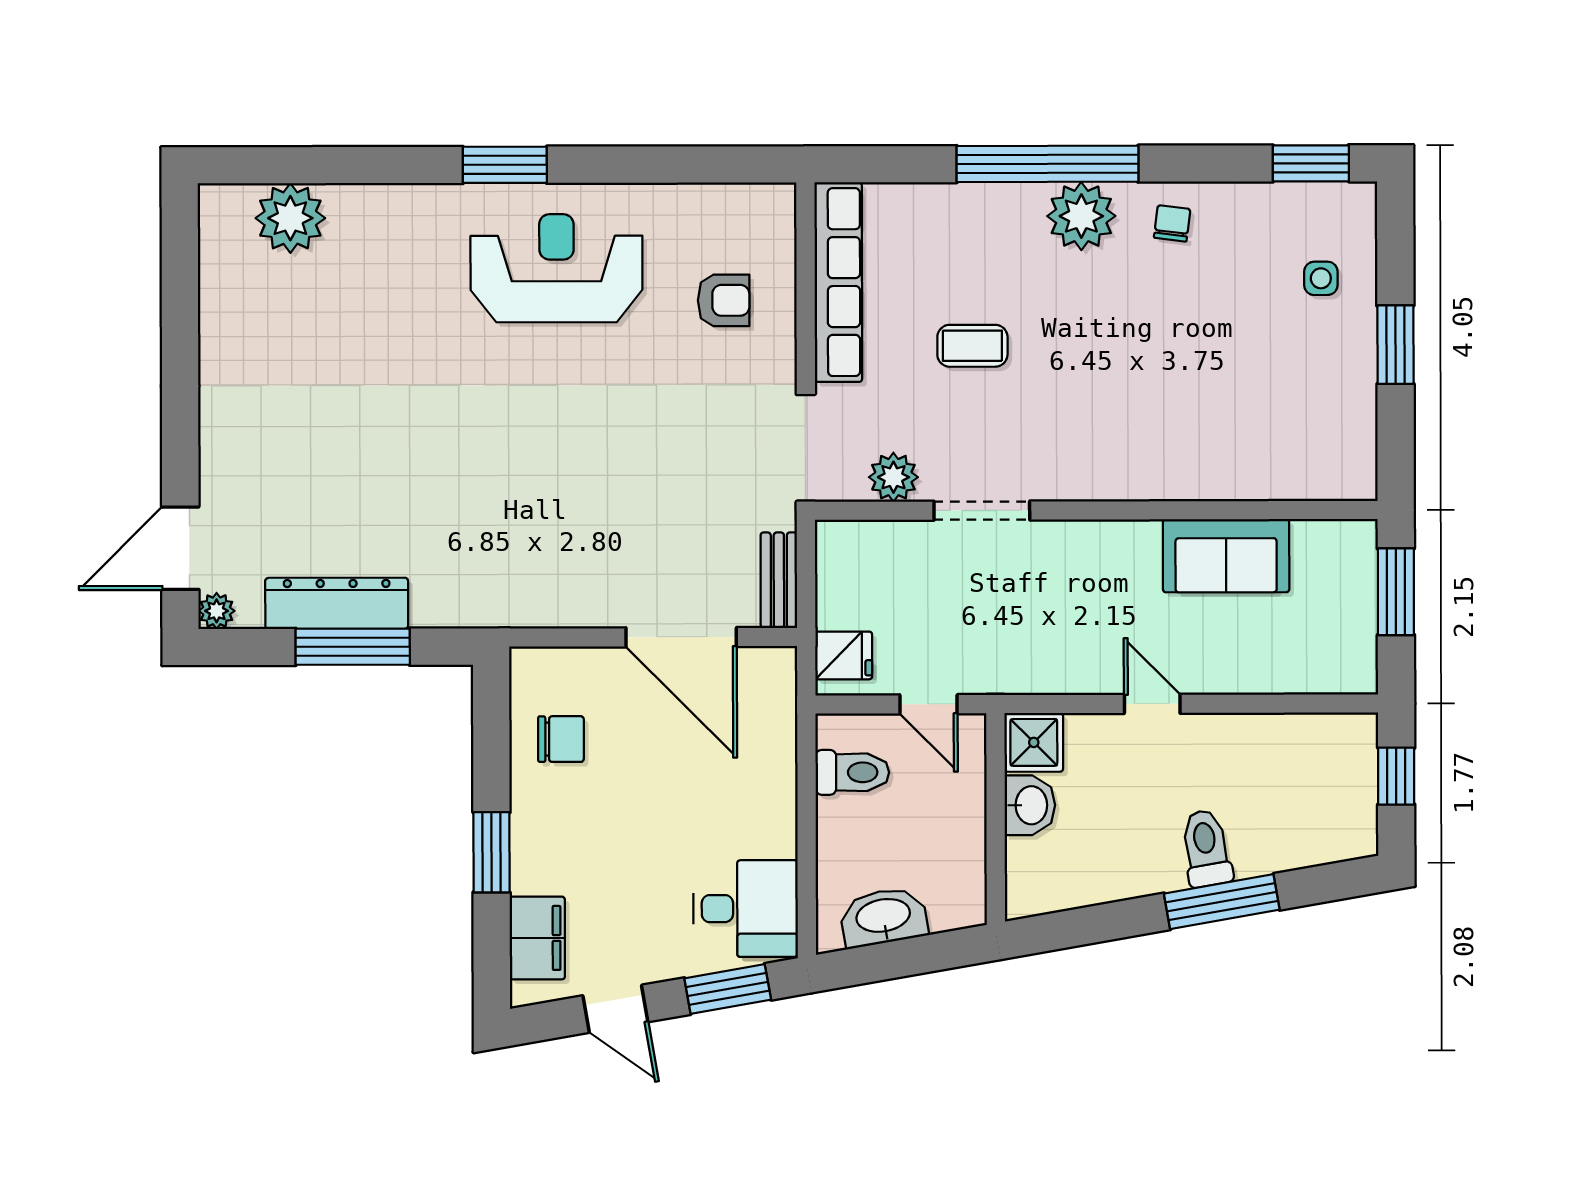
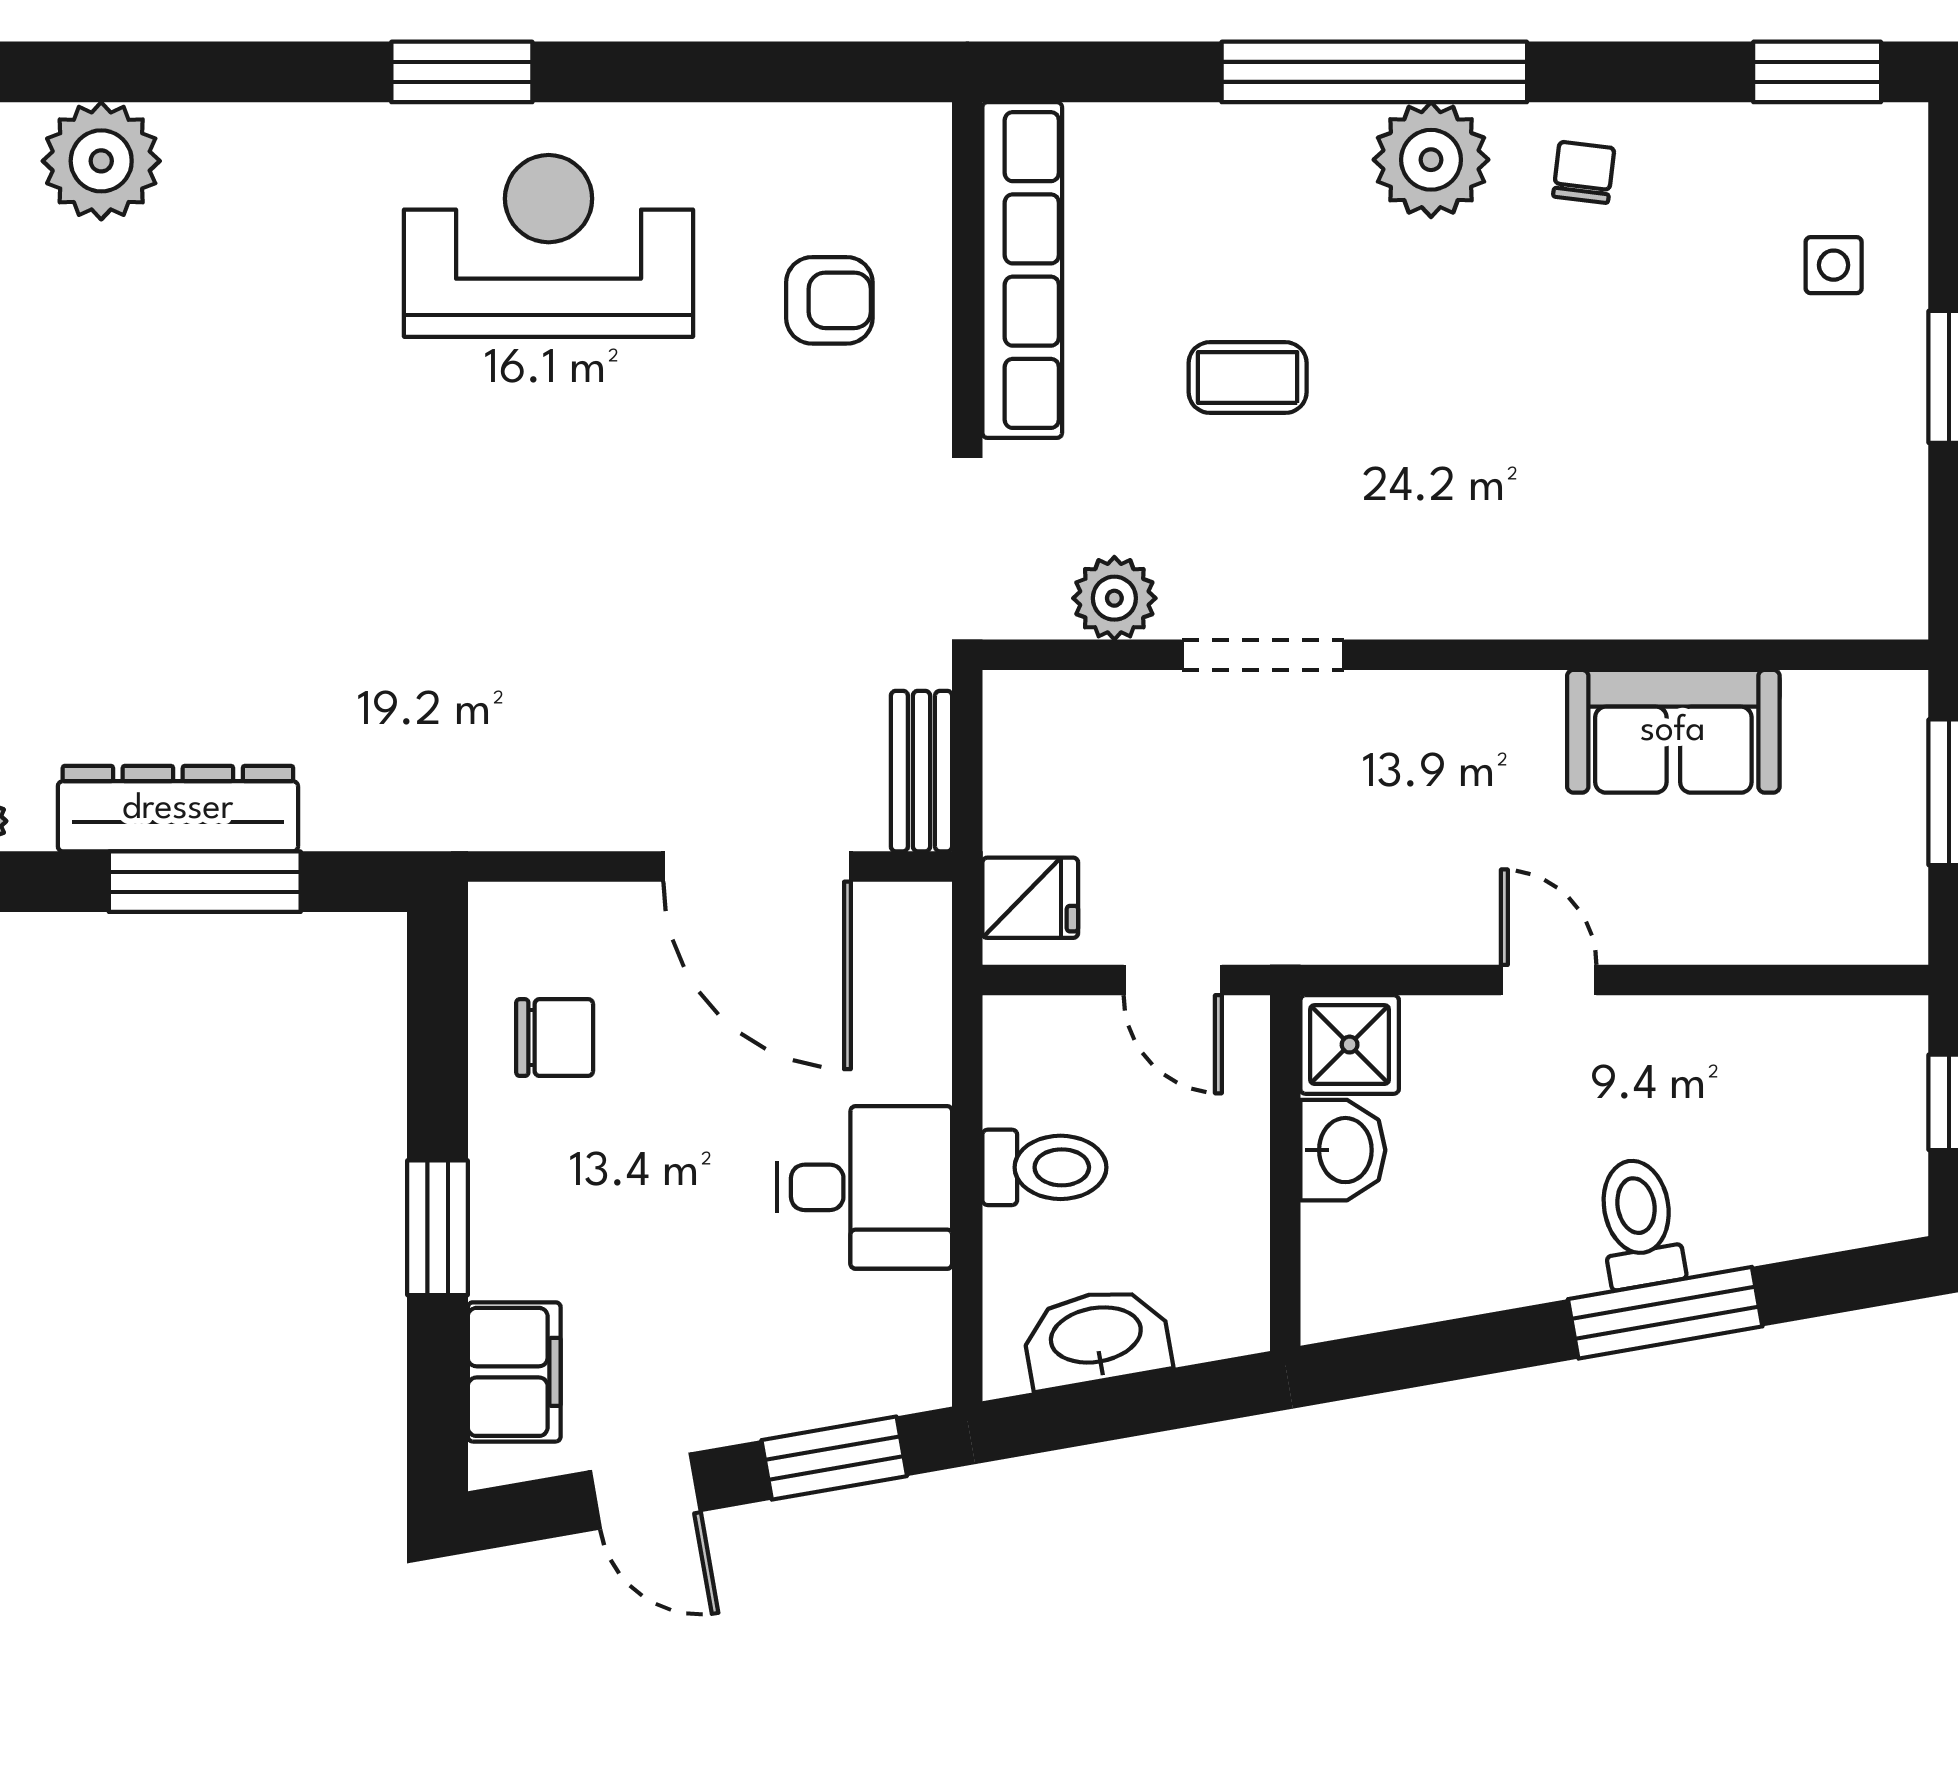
toilet: (852, 772) -> (1044, 1167), moved
desk: (746, 909) -> (864, 1187), moved

